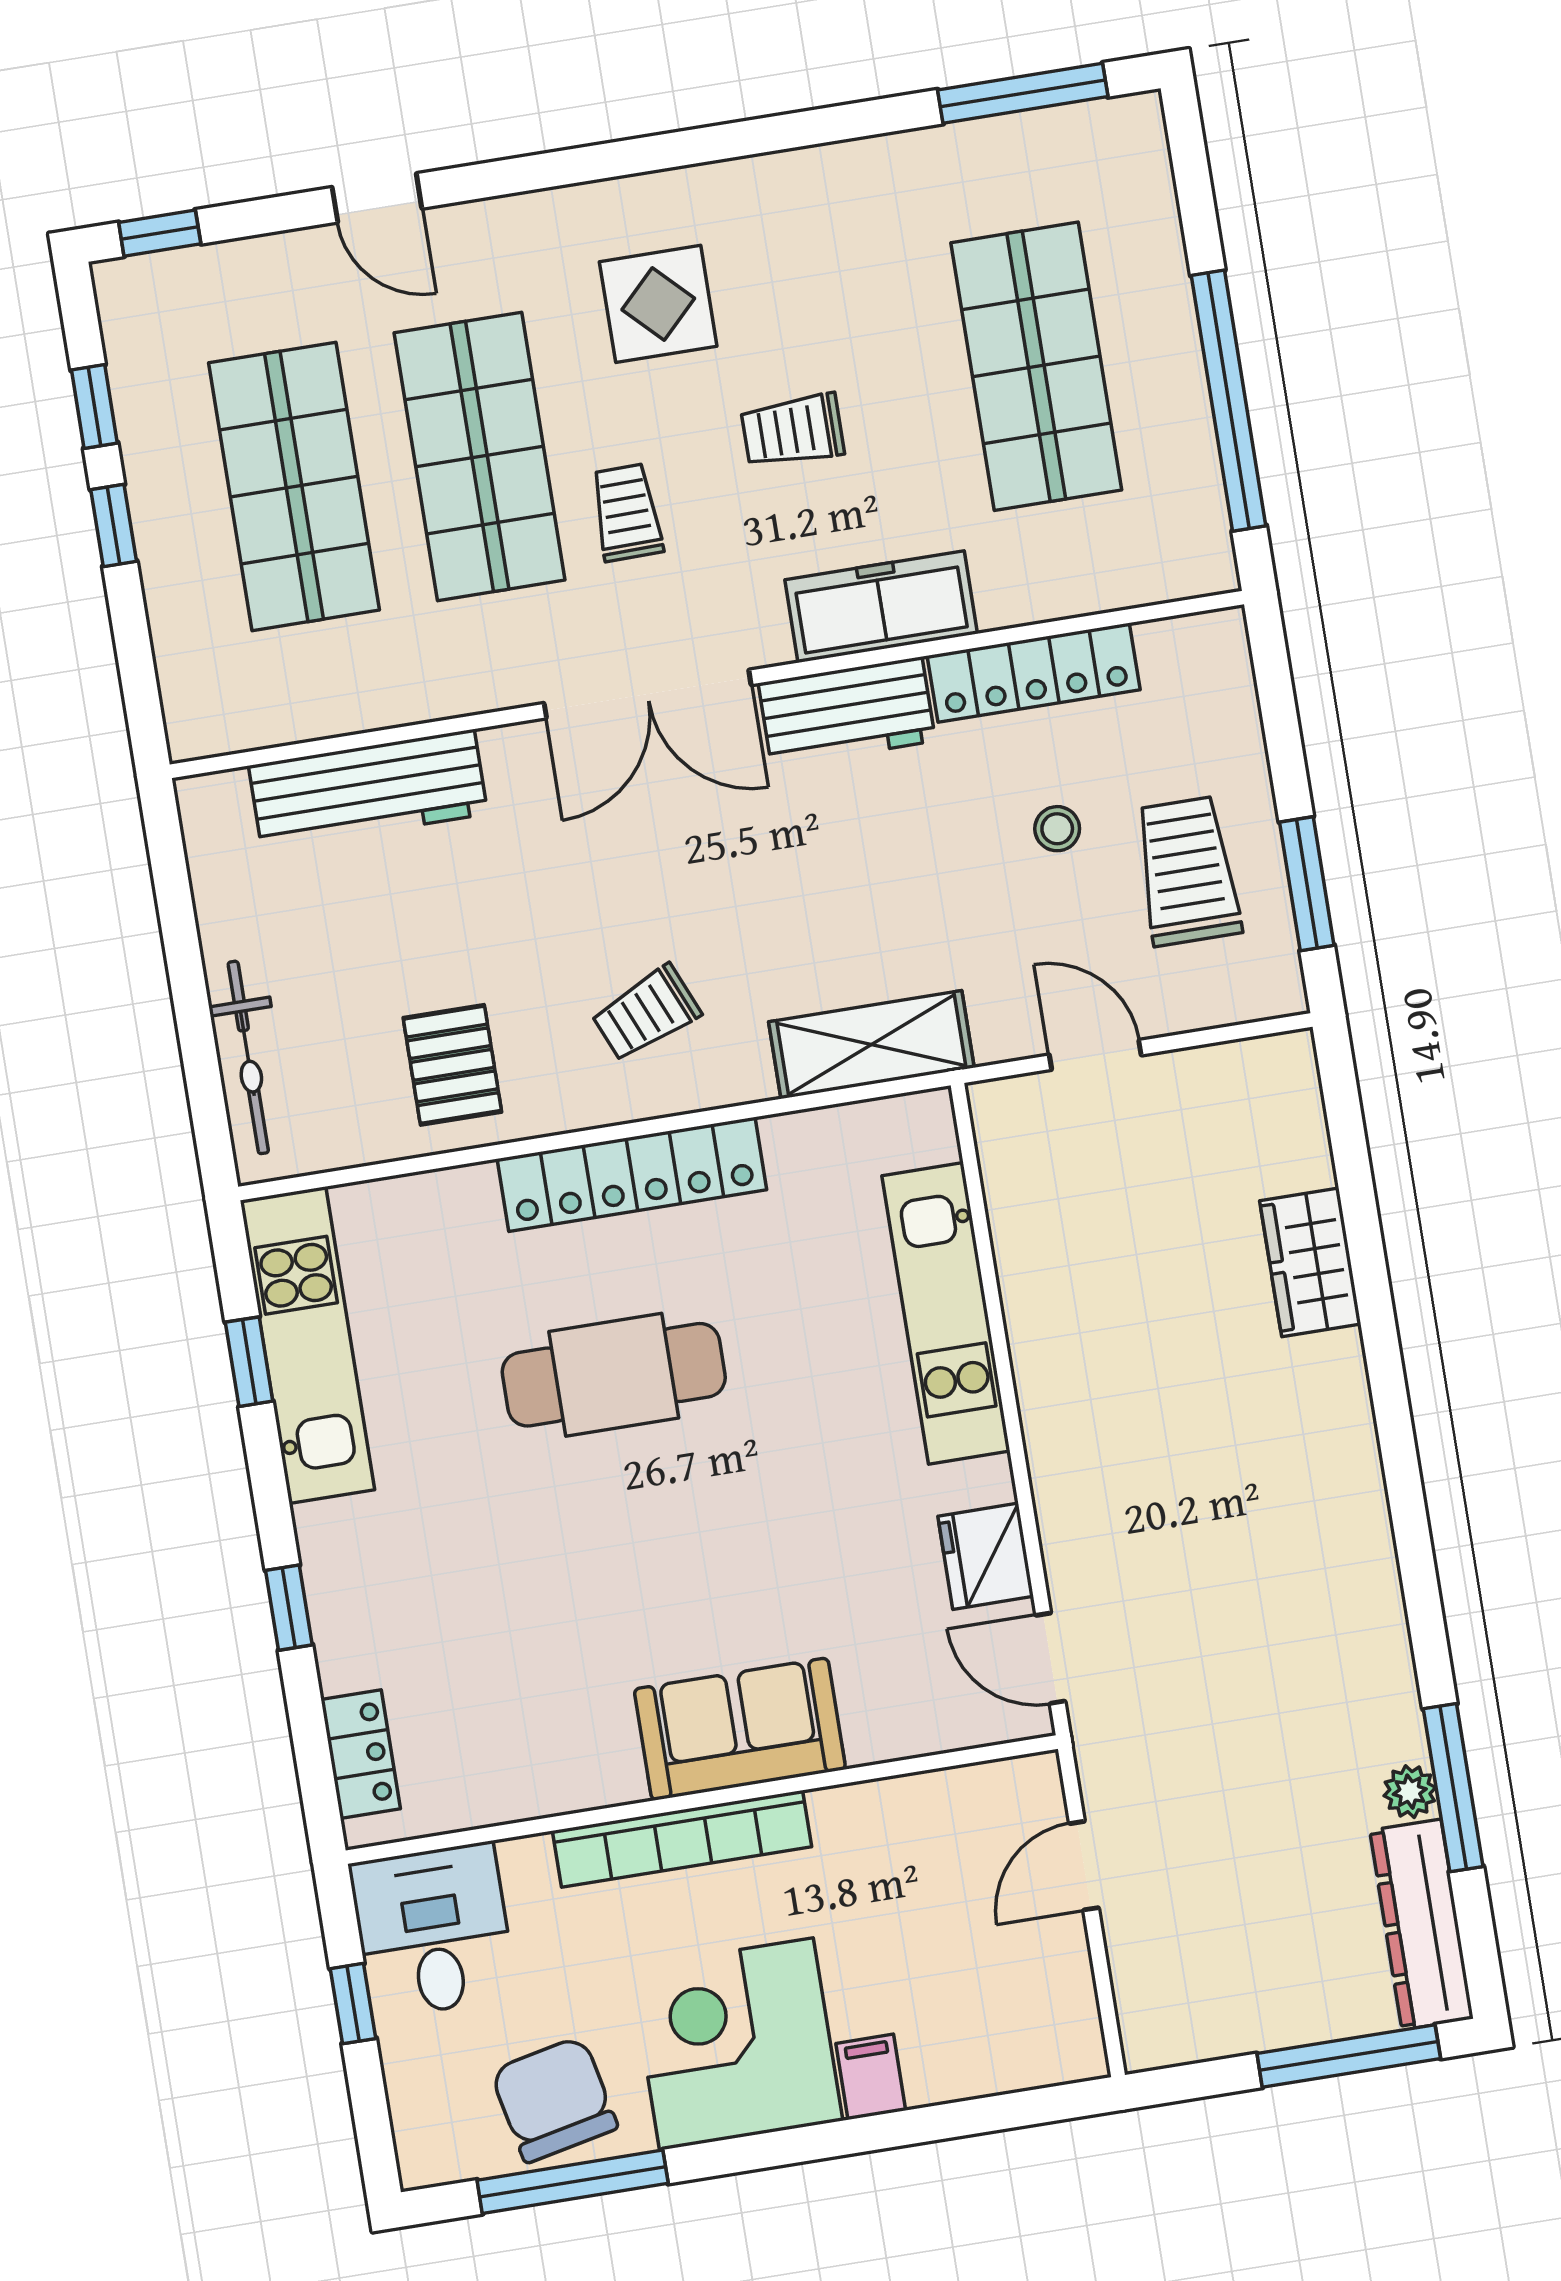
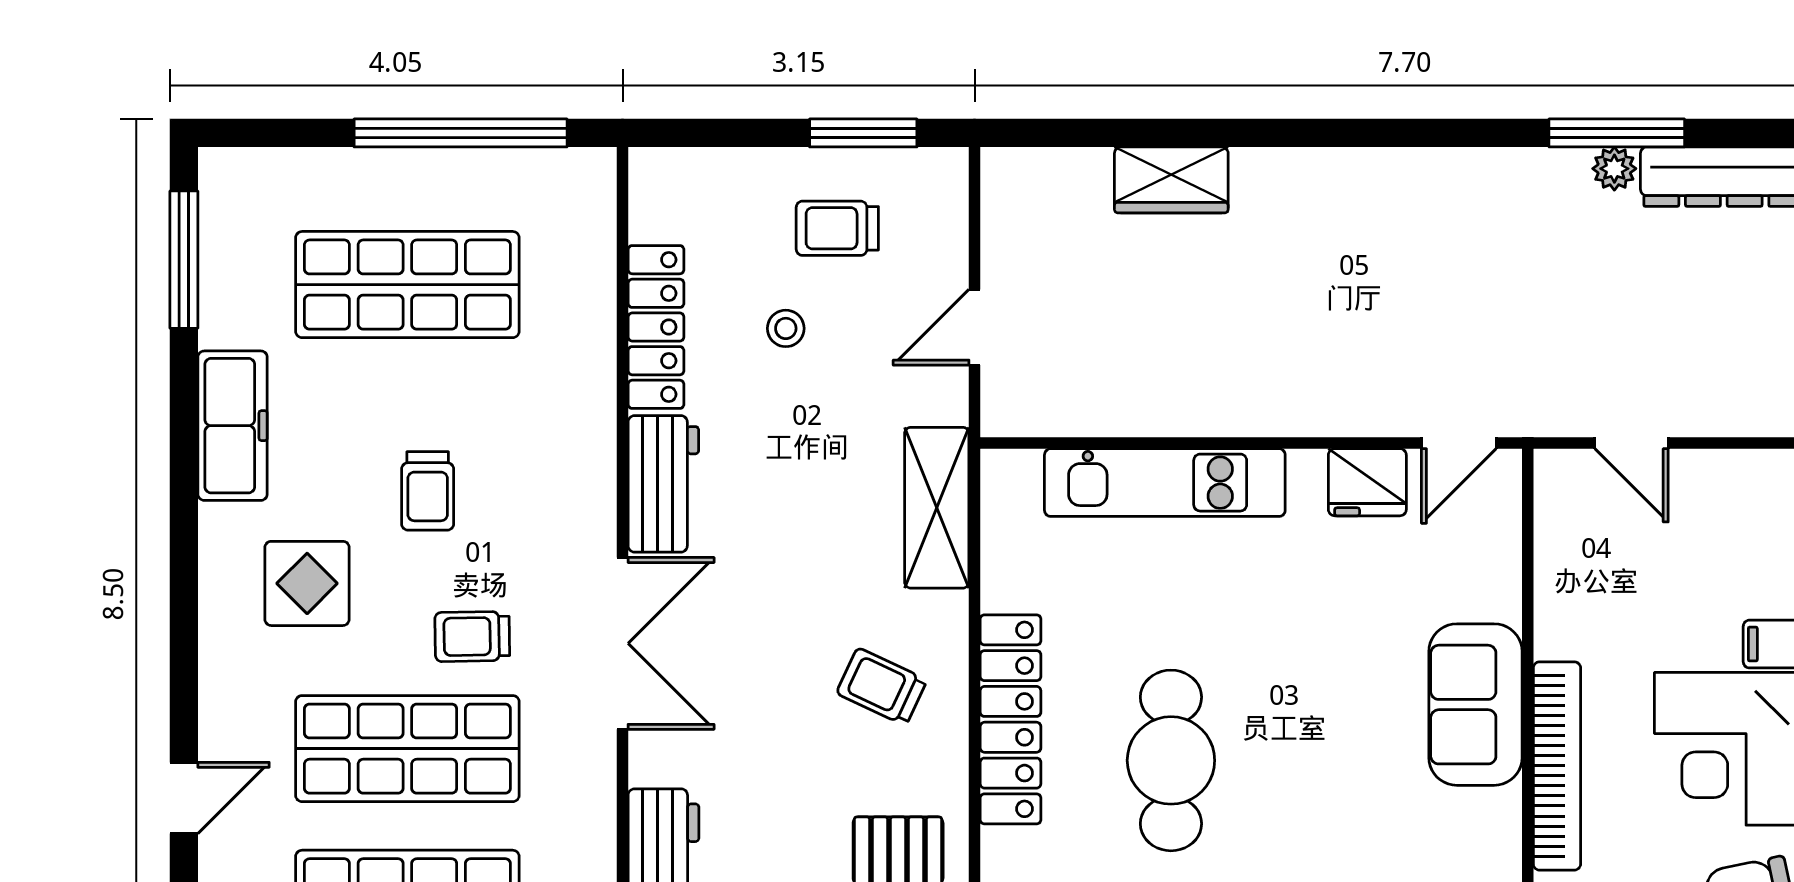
freezer: (881, 607) -> (233, 426), moved, turned 180
trolley: (1187, 871) -> (837, 228), width x0.73, depth x0.72
trolley: (646, 1013) -> (882, 687), turned 138

